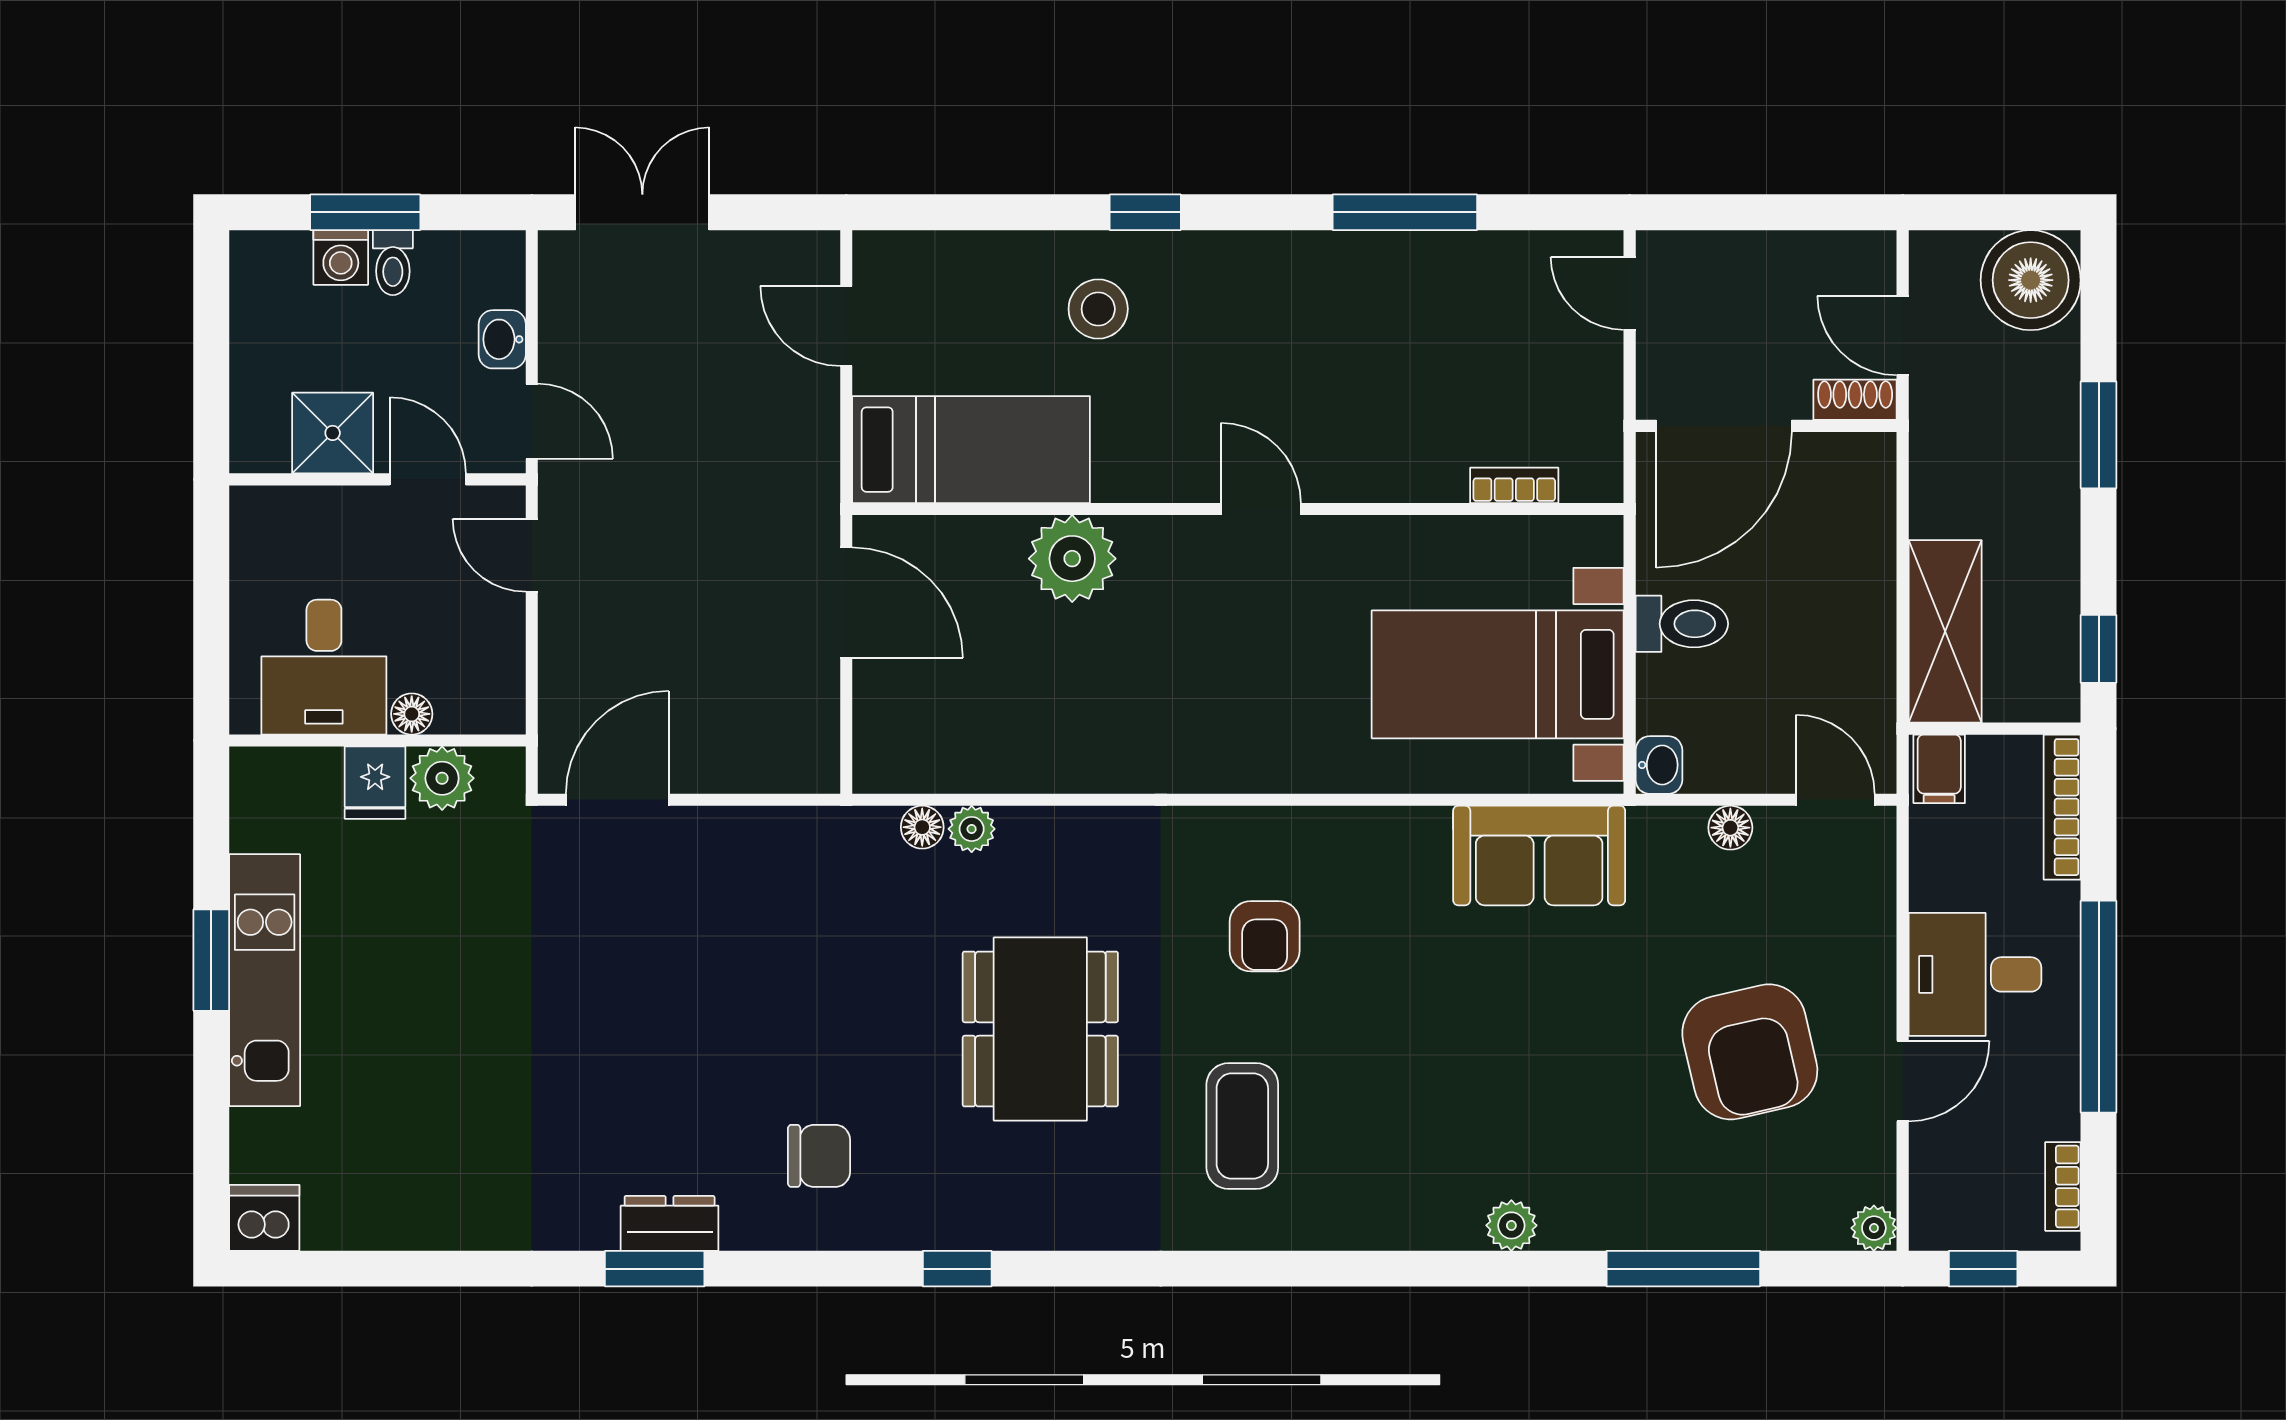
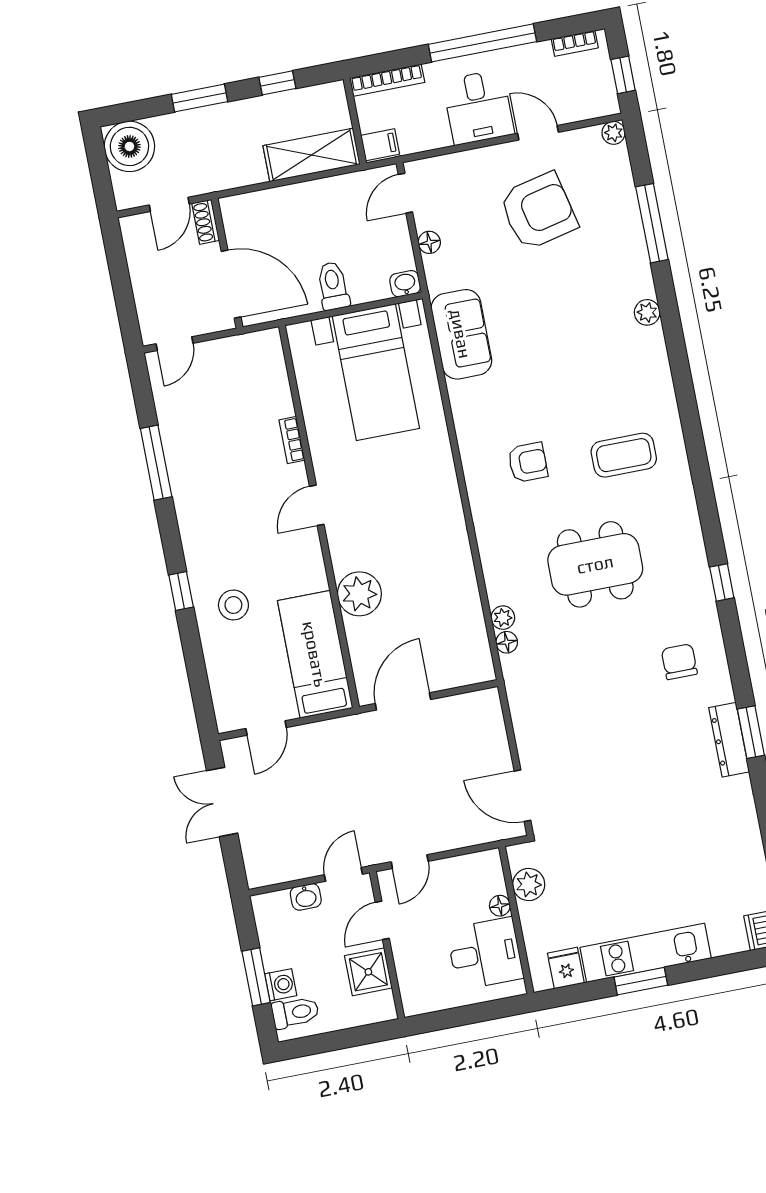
double door: (642, 212) -> (222, 802), moved
toilet: (393, 263) -> (295, 1012), moved, width x1.37, depth x1.39
bookcase: (1514, 485) -> (292, 440), moved
window: (2099, 649) -> (277, 83), moved
fridge: (375, 783) -> (566, 968), moved, turned -90
dresser: (670, 1223) -> (729, 740), width x1.44

